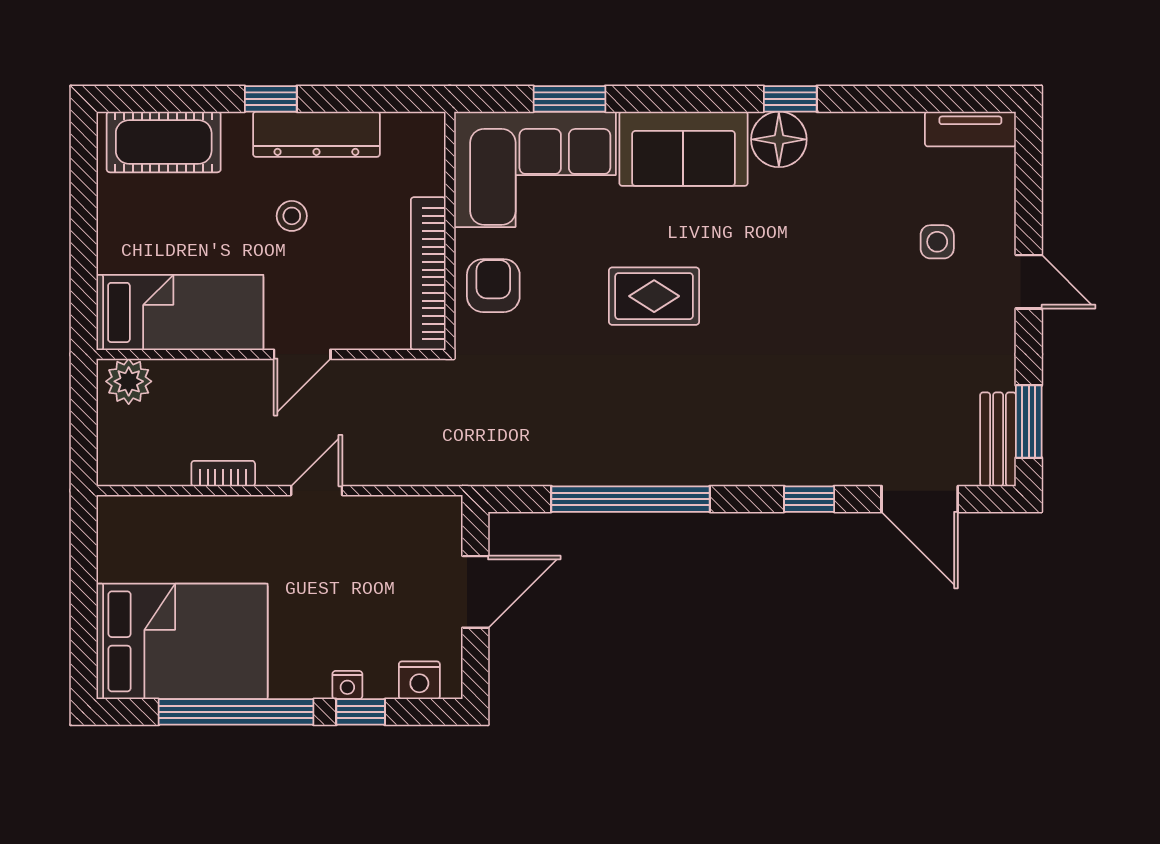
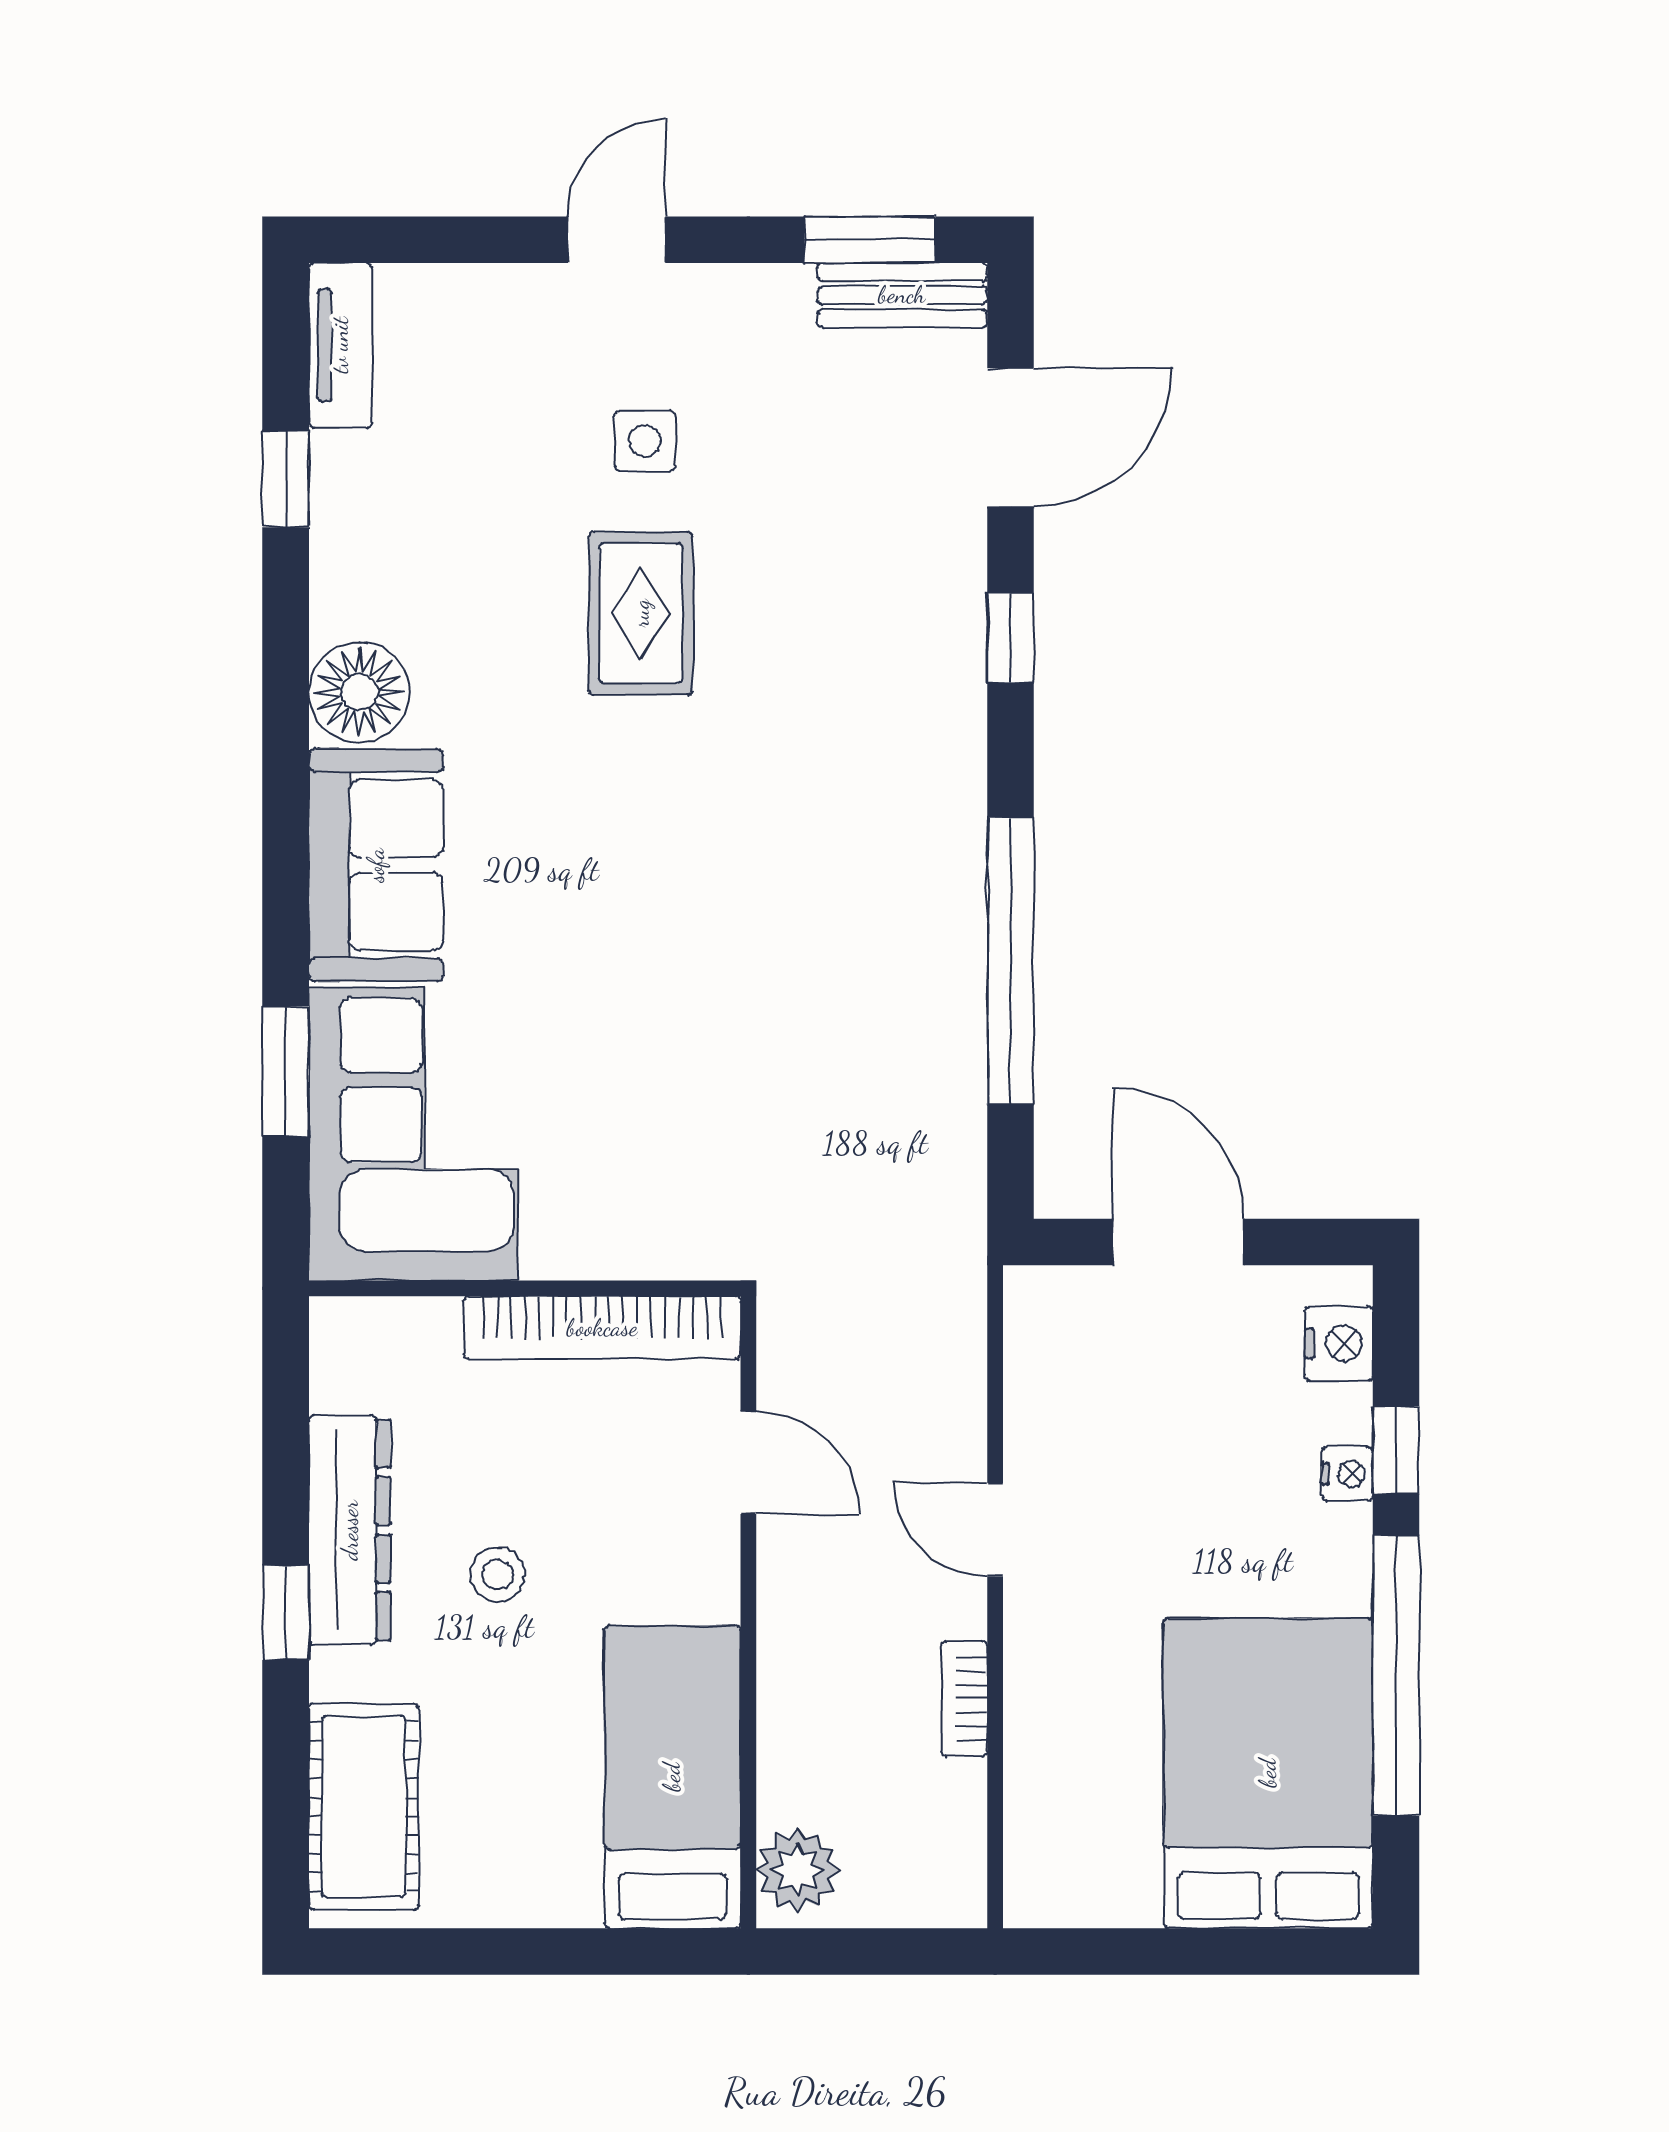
window: (790, 99) -> (286, 479), moved
side table: (937, 242) -> (645, 441), moved
armchair: (493, 286) -> (624, 1210), removed
rug: (654, 296) -> (641, 613), moved
door: (302, 354) -> (748, 1462), moved

